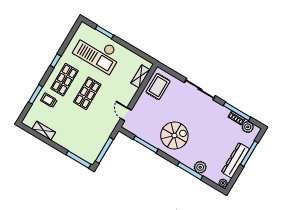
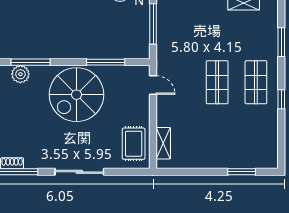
checkout: (97, 53) -> (235, 141), removed
trolley: (49, 100) -> (260, 45), removed
spiral stairs: (174, 136) -> (76, 95), width x1.37, depth x1.37

